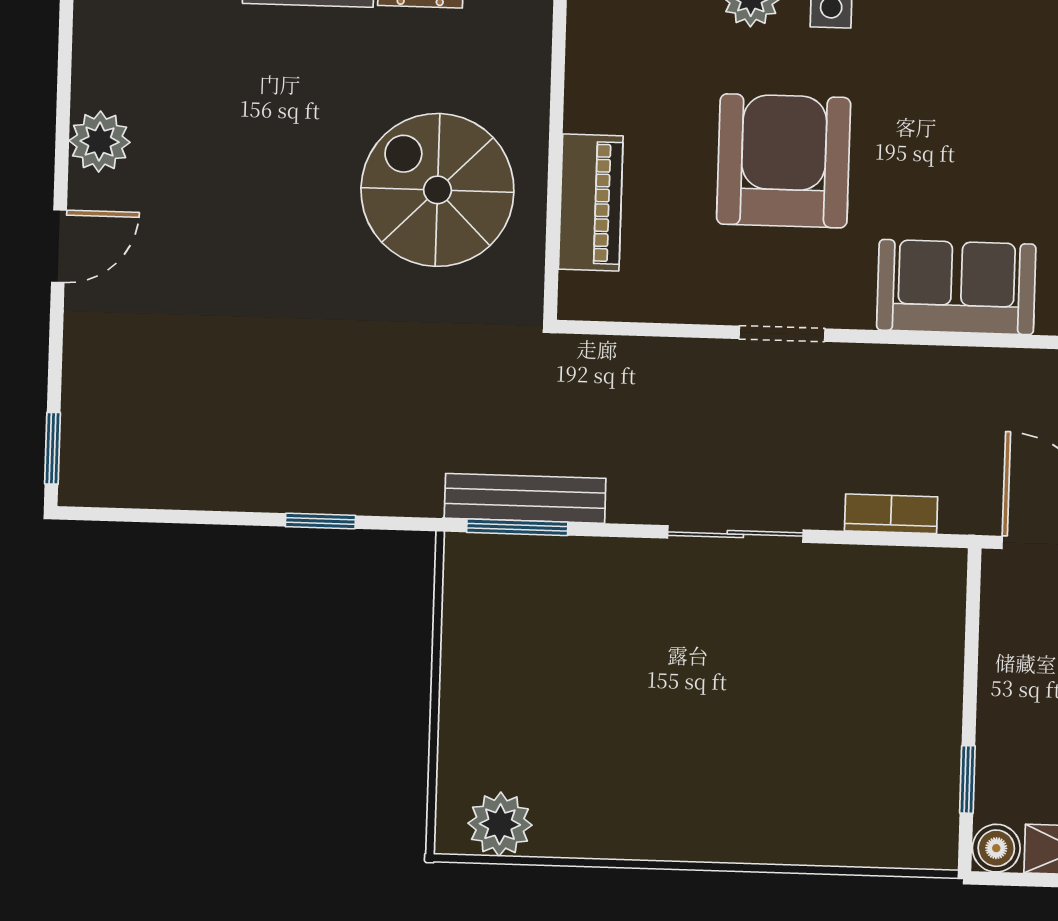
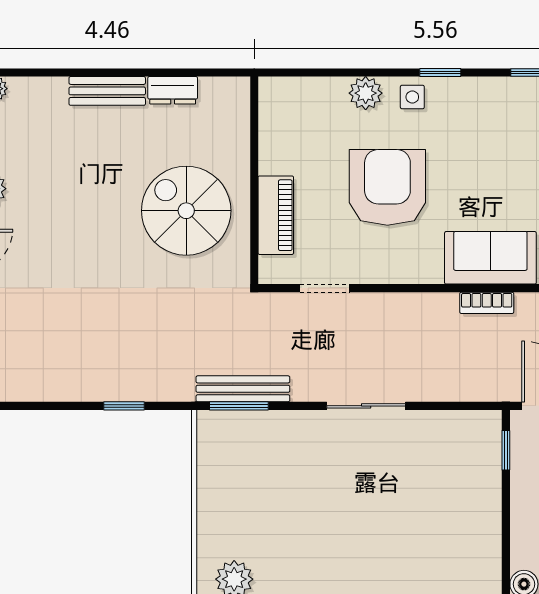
doorway: (782, 334) -> (325, 288), moved
bookcase: (891, 514) -> (487, 303), moved, turned 180
window: (967, 779) -> (506, 450), moved

